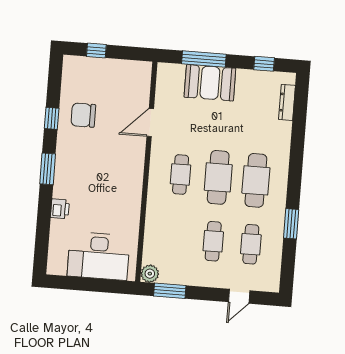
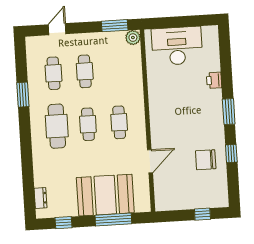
booth: (210, 83) -> (105, 195), width x1.36, depth x1.42
dresser: (287, 102) -> (41, 198), width x0.70
chair: (83, 115) -> (206, 160), turned 180
cafe table: (218, 177) -> (88, 124), width x0.73, depth x0.74

